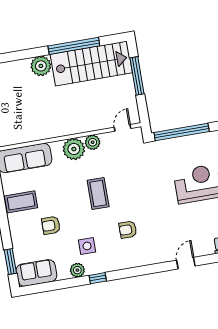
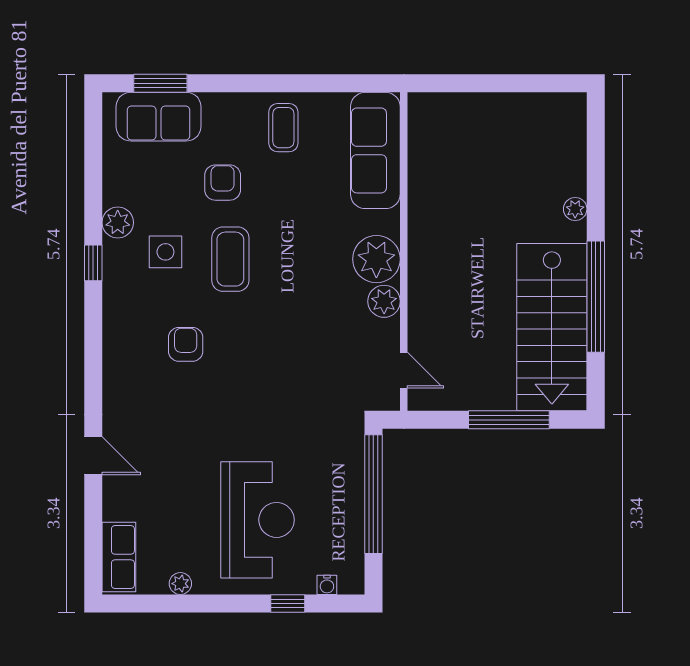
plant: (41, 66) -> (575, 209), width x0.53, depth x0.53
coffee table: (98, 194) -> (230, 259), moved, turned 90
coffee table: (21, 202) -> (283, 128), width x0.73, depth x0.77
sofa: (36, 273) -> (159, 117), moved, turned 90

